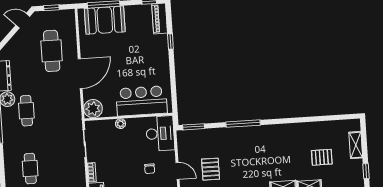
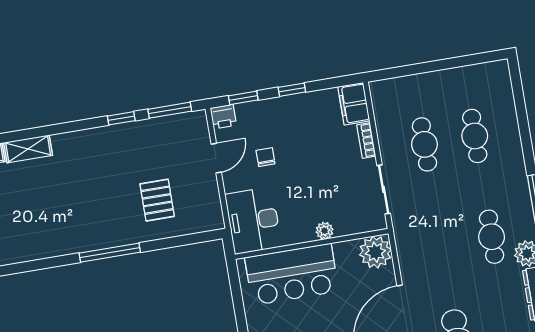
window: (194, 127) -> (196, 238), removed
cafe table: (59, 167) -> (424, 144), added
pallet: (211, 169) -> (157, 200), moved
door: (178, 171) -> (216, 158), swing flipped

